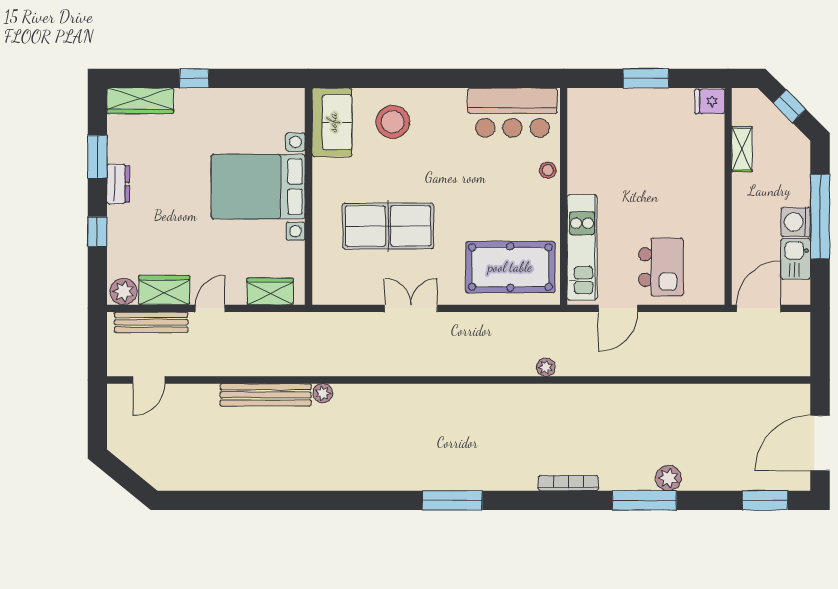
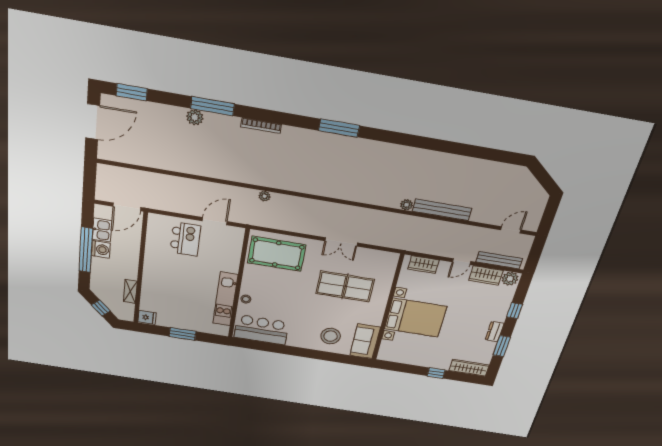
kitchen unit: (582, 247) -> (225, 299), moved
kitchen island: (661, 267) -> (185, 239), turned 180

